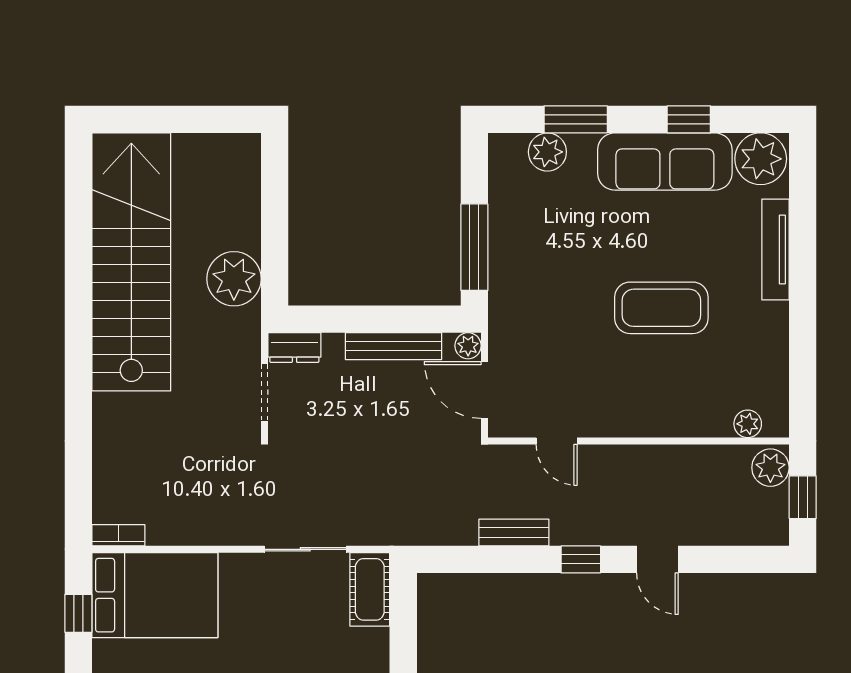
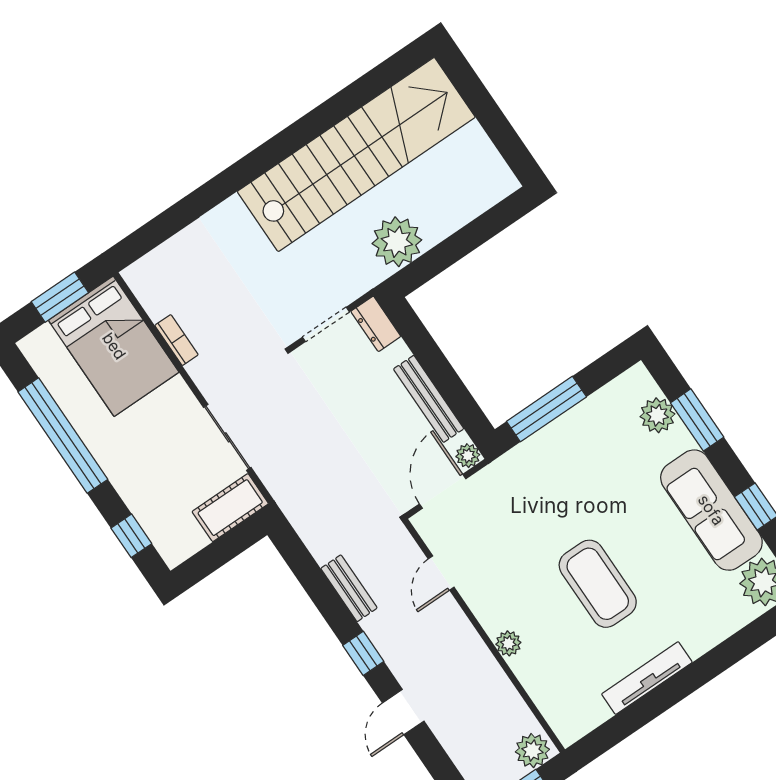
tv unit: (775, 250) -> (647, 678), moved
plant: (748, 424) -> (508, 643), moved
bookcase: (118, 535) -> (177, 340), moved
window: (78, 613) -> (60, 297), width x1.50

